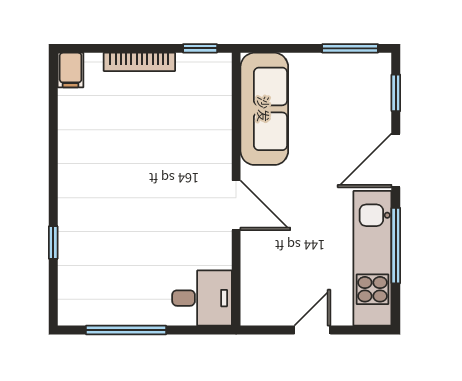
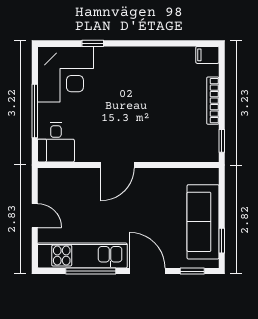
window: (350, 48) -> (222, 241), width x0.67
sofa: (264, 109) -> (203, 222), moved, turned 90
corner desk: (100, 284) -> (65, 74), added
window: (126, 330) -> (35, 111), moved

